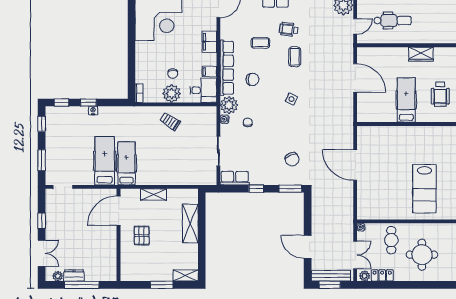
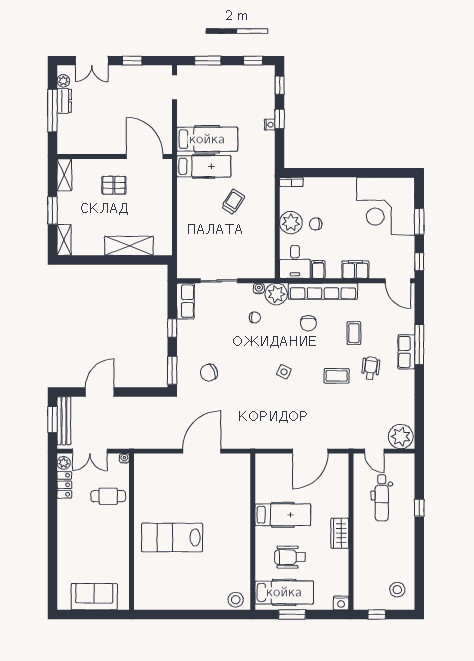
trolley: (170, 121) -> (233, 202), moved
shelving: (154, 195) -> (64, 175), moved
round table: (422, 255) -> (90, 534), removed

